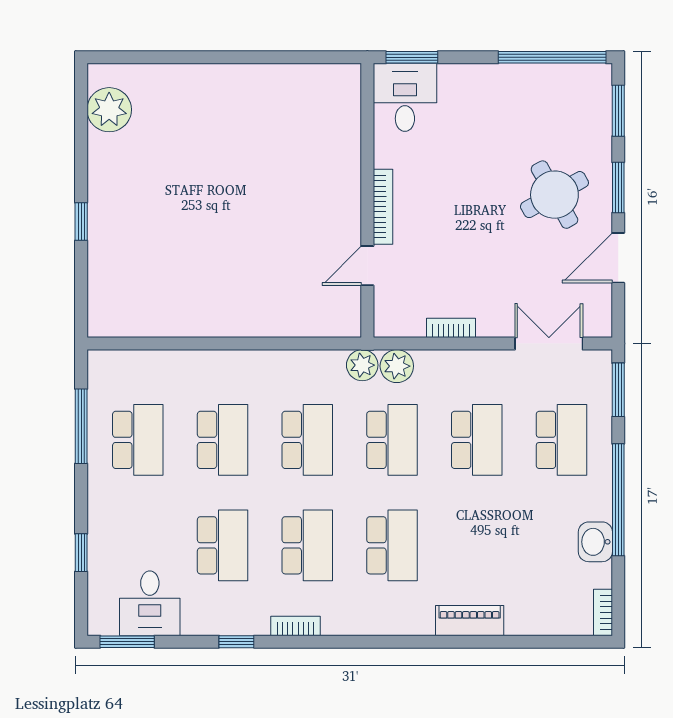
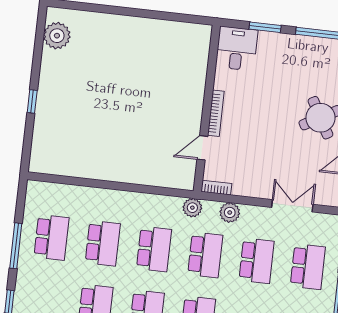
window: (412, 57) -> (265, 27), moved
bookcase: (451, 328) -> (216, 188), moved
double door: (549, 344) -> (292, 206), moved
plant: (397, 366) -> (230, 212), moved
window: (81, 426) -> (16, 246), moved

